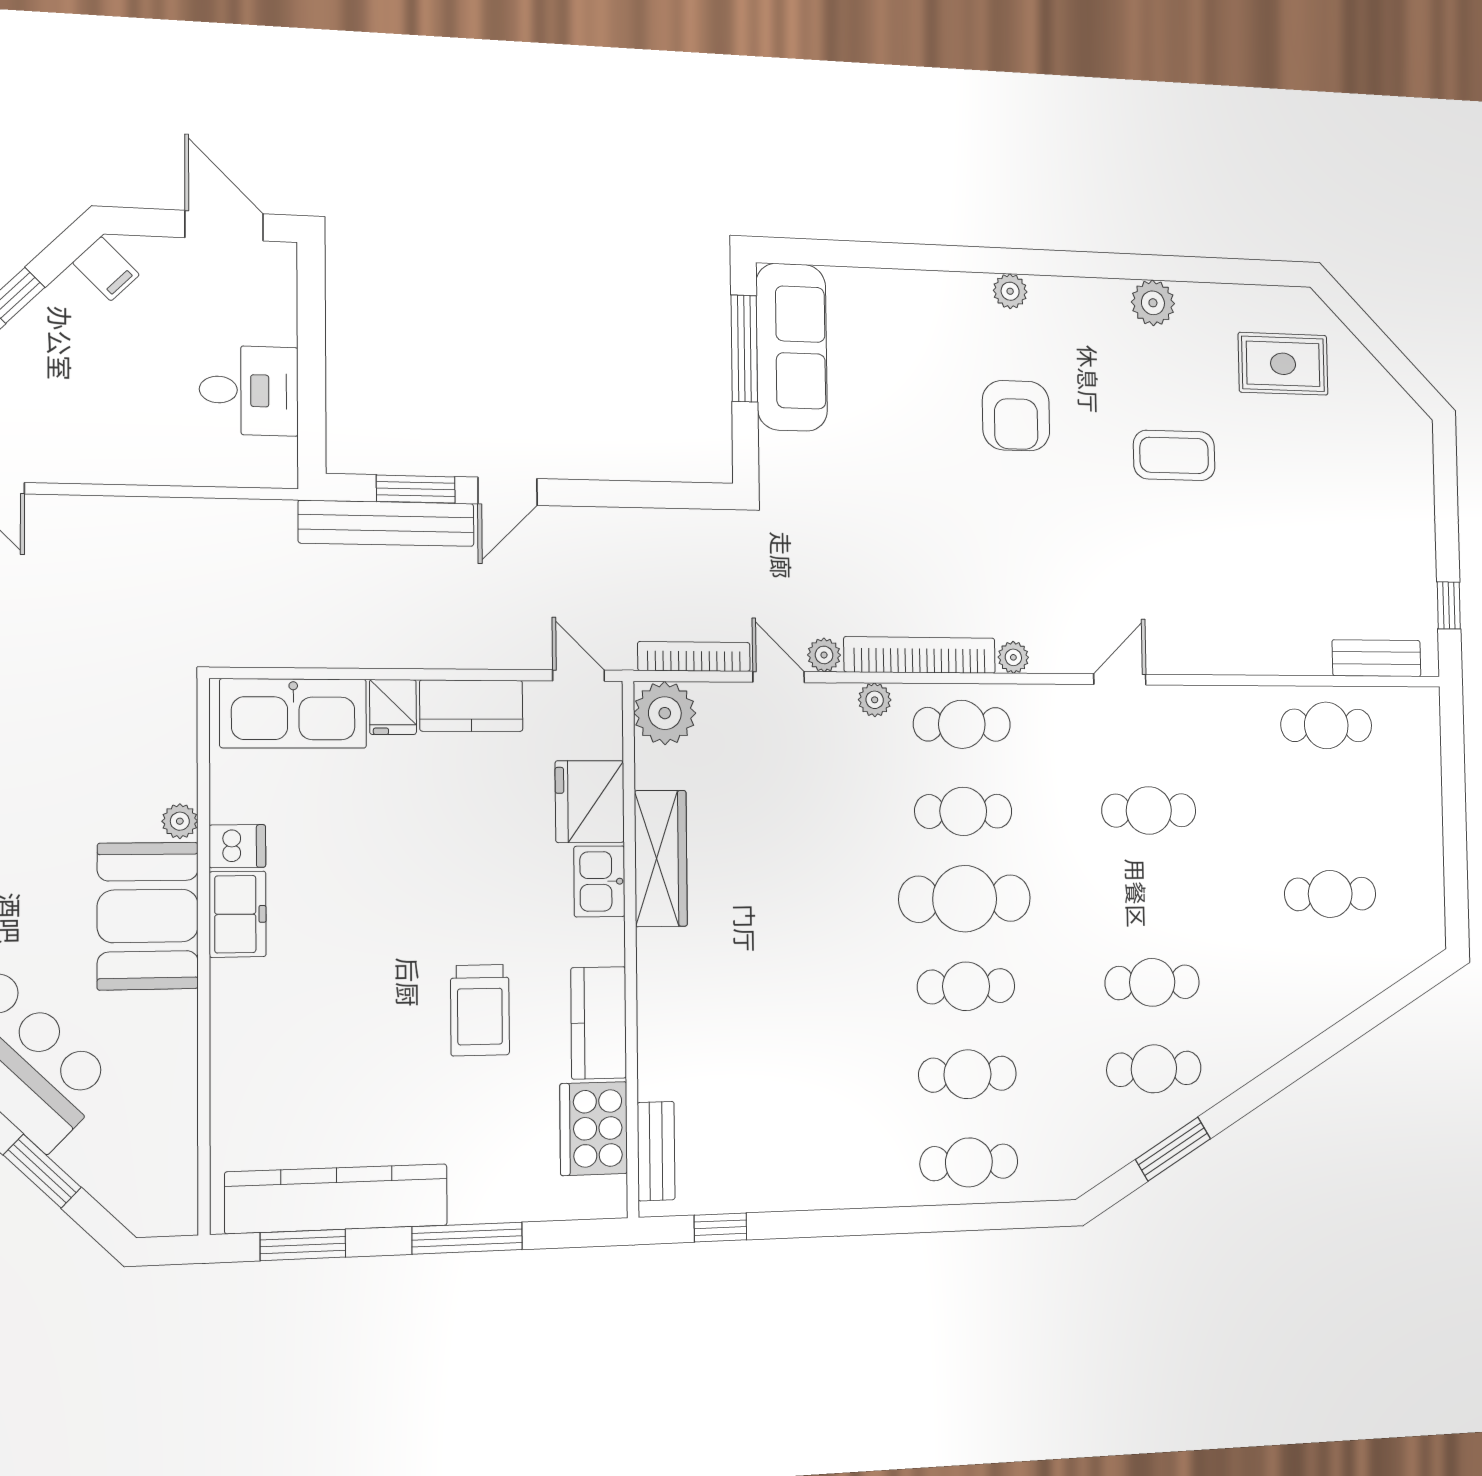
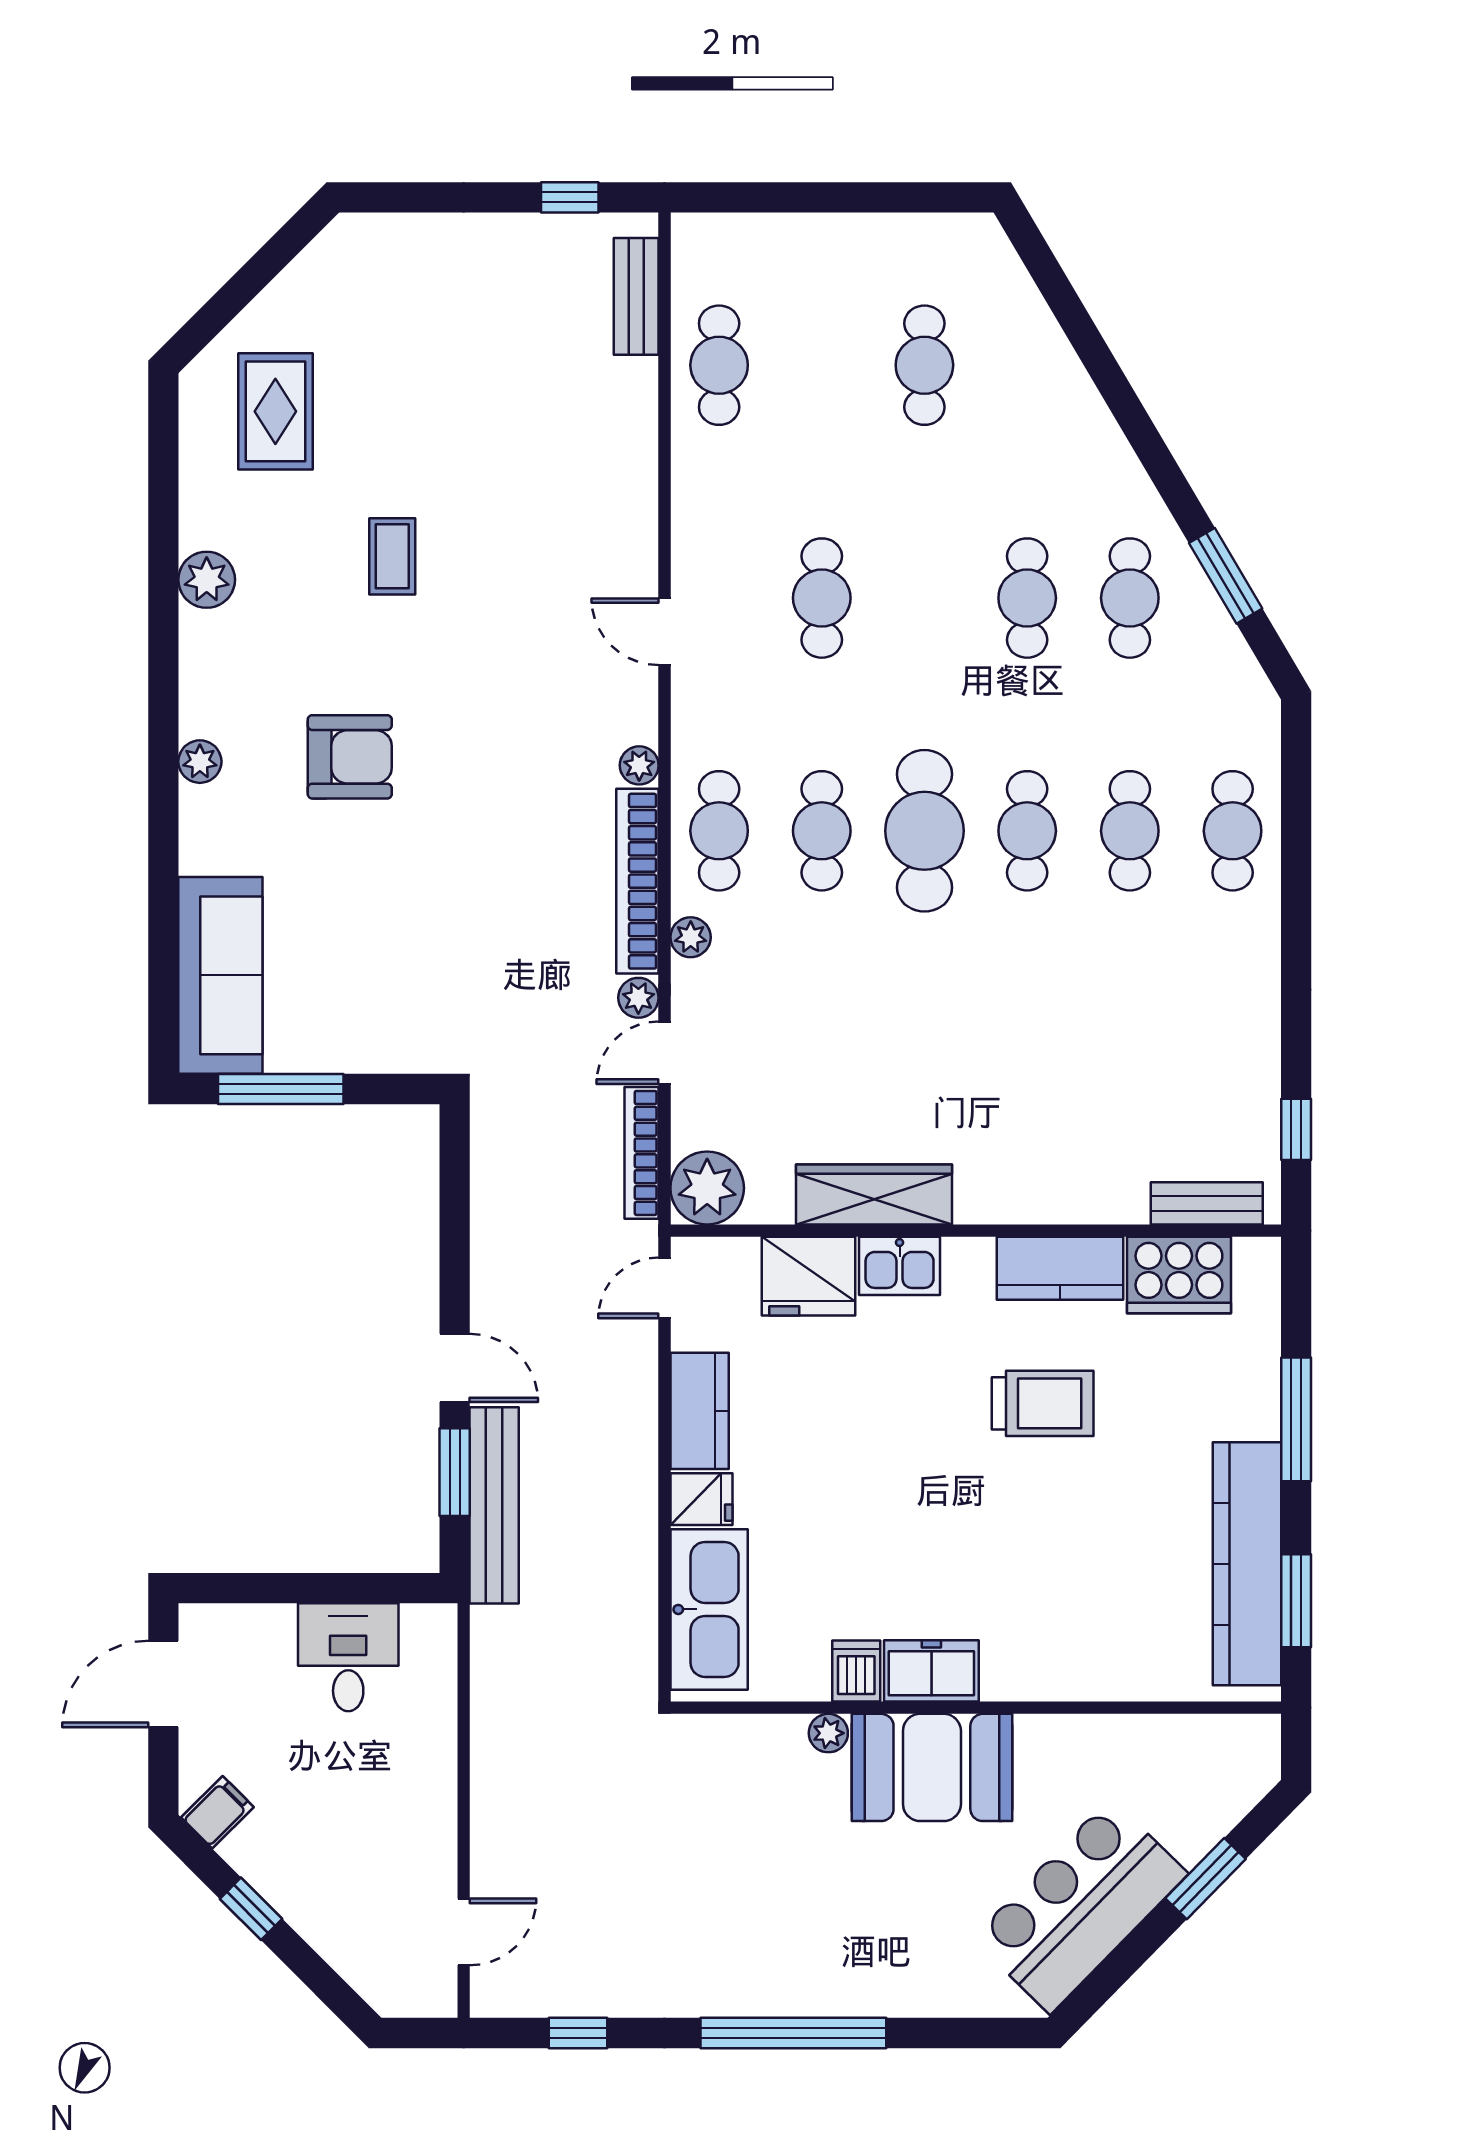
sofa: (792, 347) -> (220, 975), moved, turned 90
coffee table: (1174, 455) -> (392, 556), width x0.73, depth x0.77

